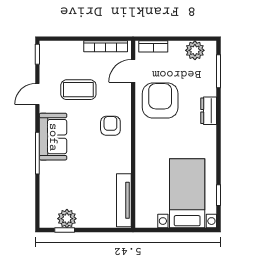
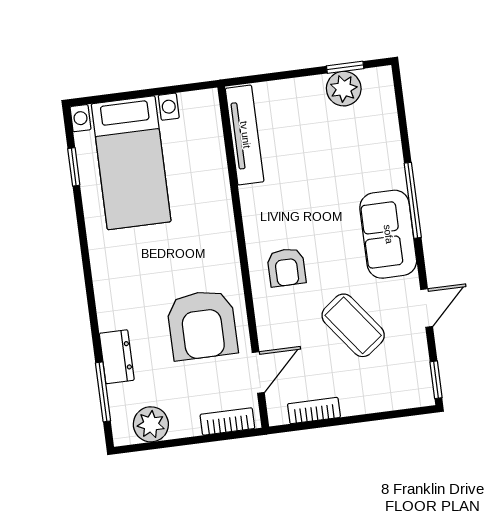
bookcase: (106, 46) -> (314, 411), width x0.64
coffee table: (78, 90) -> (353, 325), turned 53
dresser: (209, 111) -> (117, 357), moved

